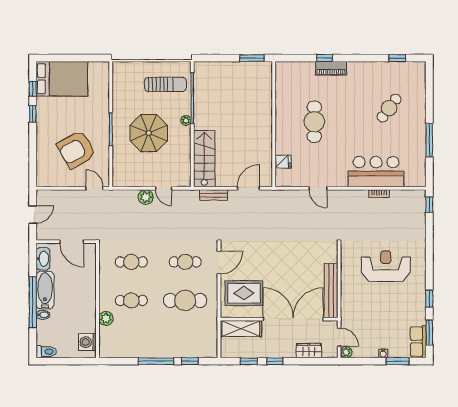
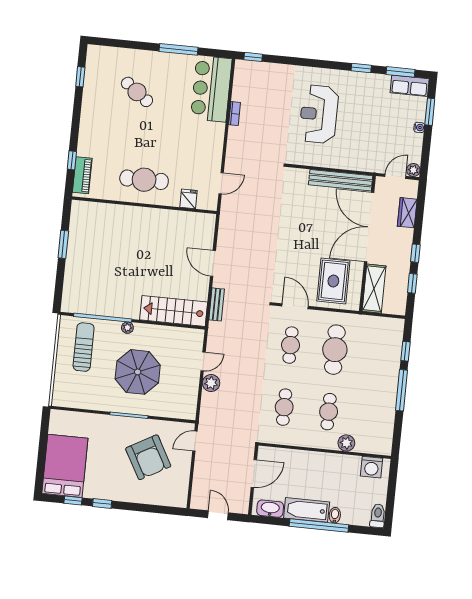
piano: (331, 68) -> (82, 175), moved
wall: (274, 124) -> (144, 205), moved
fridge: (283, 162) -> (188, 199), moved
bar counter: (376, 172) -> (211, 89), moved

